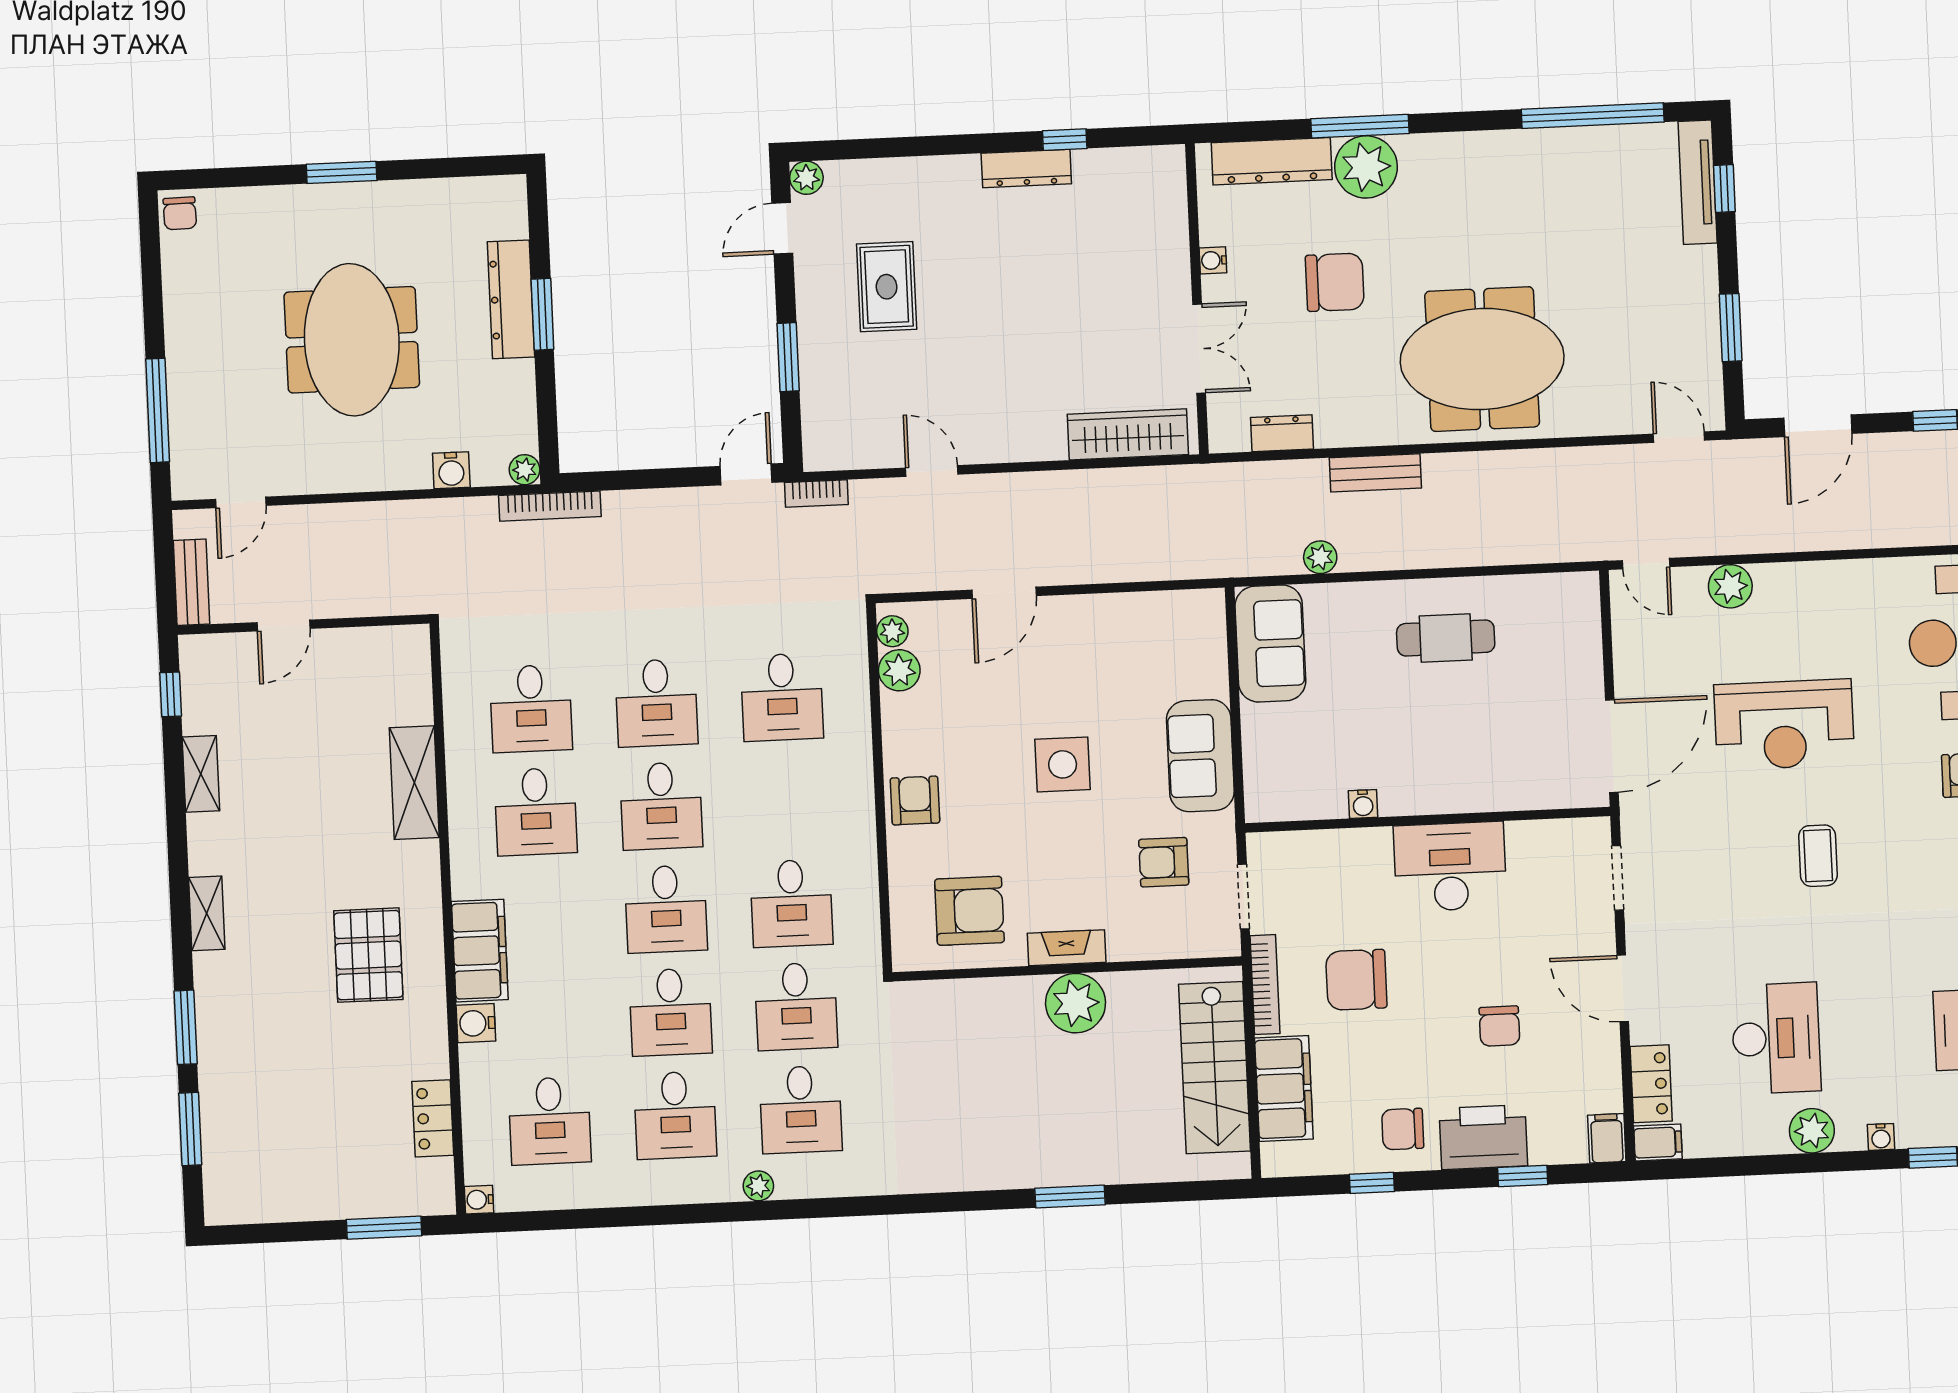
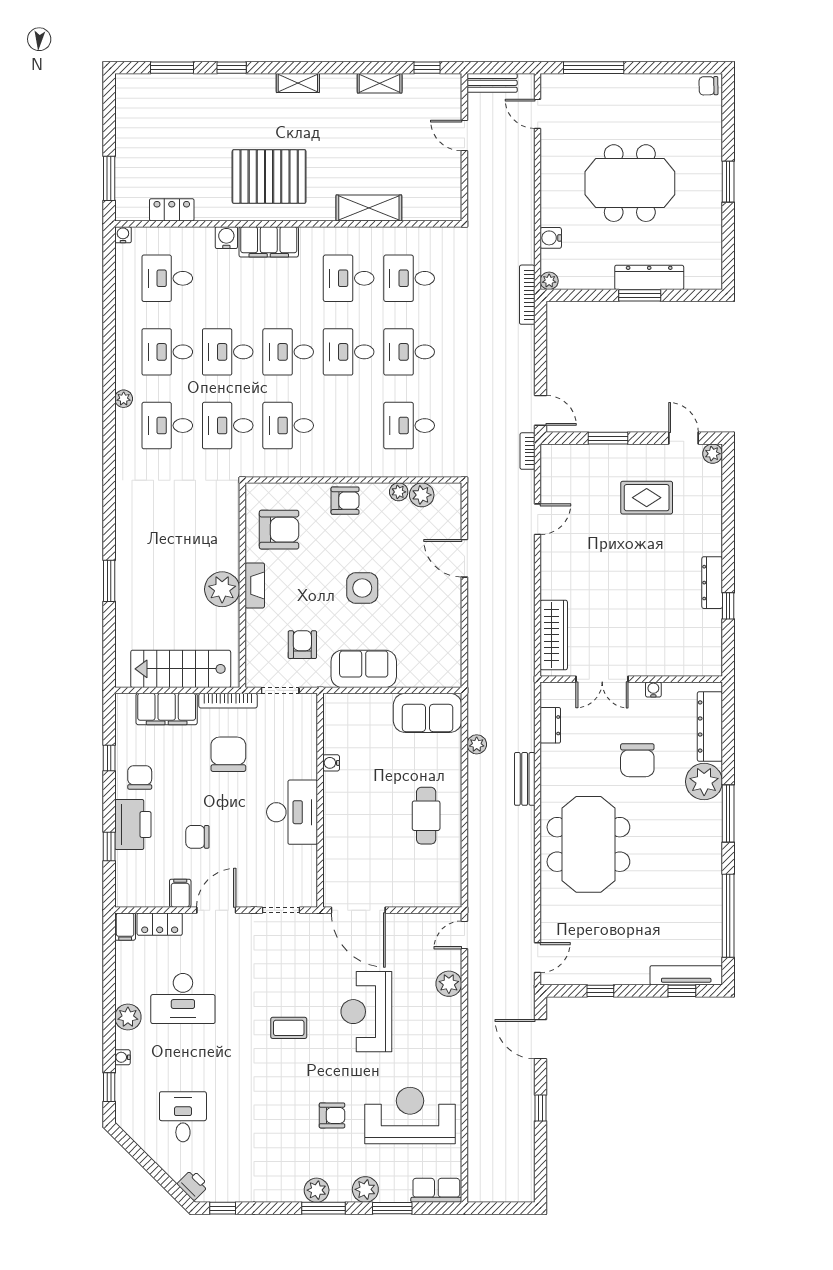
window: (1360, 126) -> (728, 813), moved
window: (1731, 328) -> (600, 991), width x0.67
plant: (892, 631) -> (399, 492), moved
armchair: (969, 911) -> (279, 530), turned -90
pallet: (368, 955) -> (269, 176), width x1.37, depth x1.41
window: (186, 1027) -> (232, 68), width x0.67
filing cabinet: (1607, 1138) -> (180, 893), moved, turned -90

